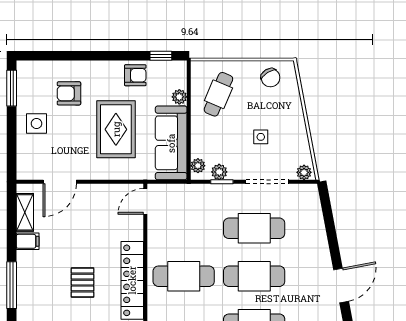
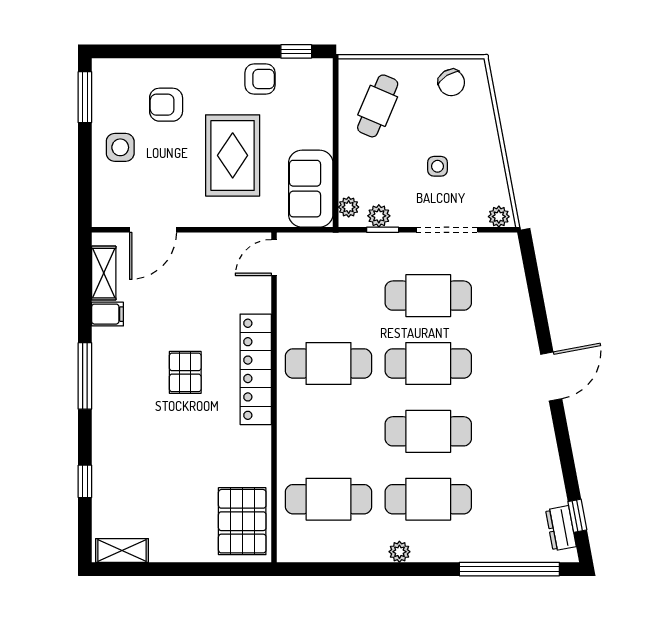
plant: (179, 97) -> (322, 110), removed
sofa: (171, 143) -> (311, 189), width x0.73

